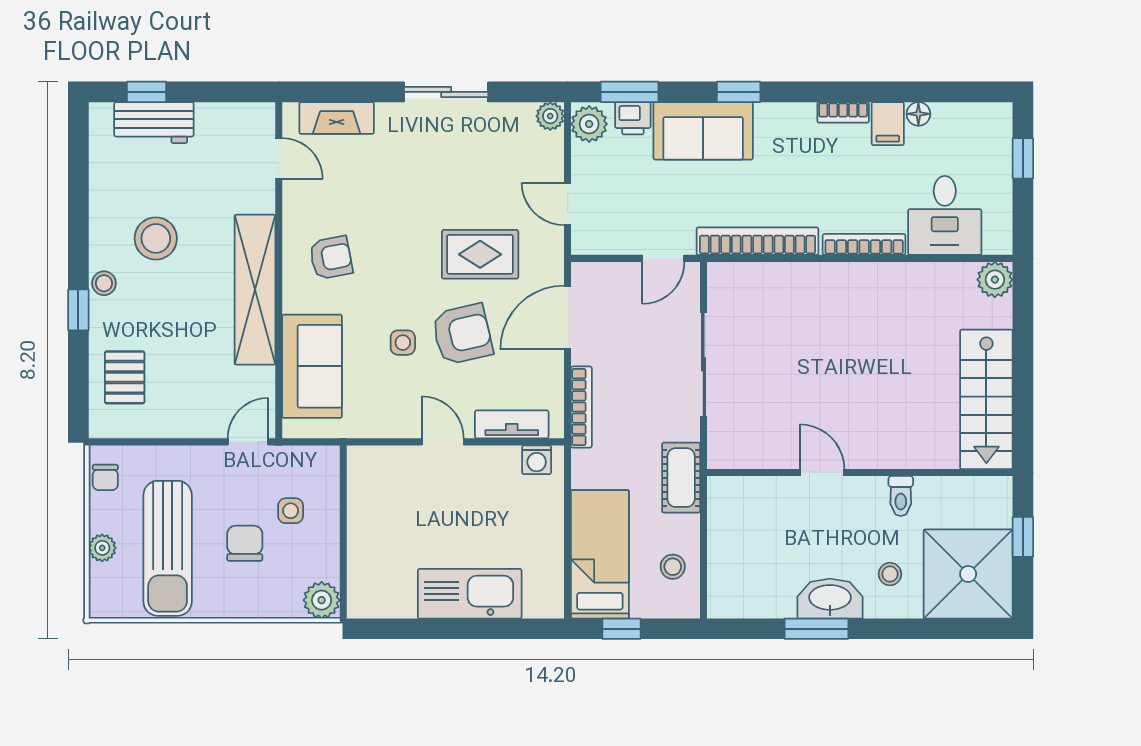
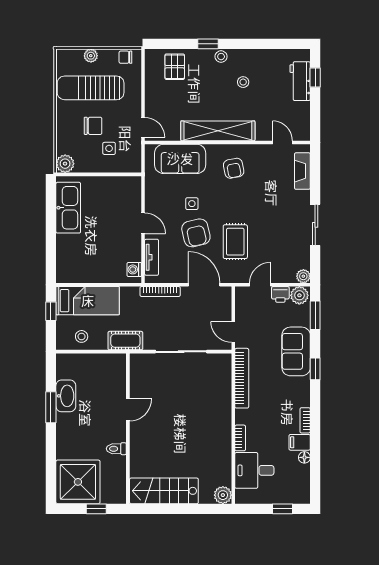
printer: (633, 118) -> (280, 294), moved, turned -90
door: (279, 158) -> (282, 143), swing flipped
stool: (156, 238) -> (243, 82), width x0.53, depth x0.53
bookcase: (864, 244) -> (240, 438), width x0.64
pallet: (125, 377) -> (175, 67), turned 90
door: (443, 442) -> (143, 223), hinge flipped
stool: (890, 574) -> (78, 443), removed
kitchen sink: (470, 594) -> (68, 208), moved
washbasin: (830, 599) -> (66, 396), moved

